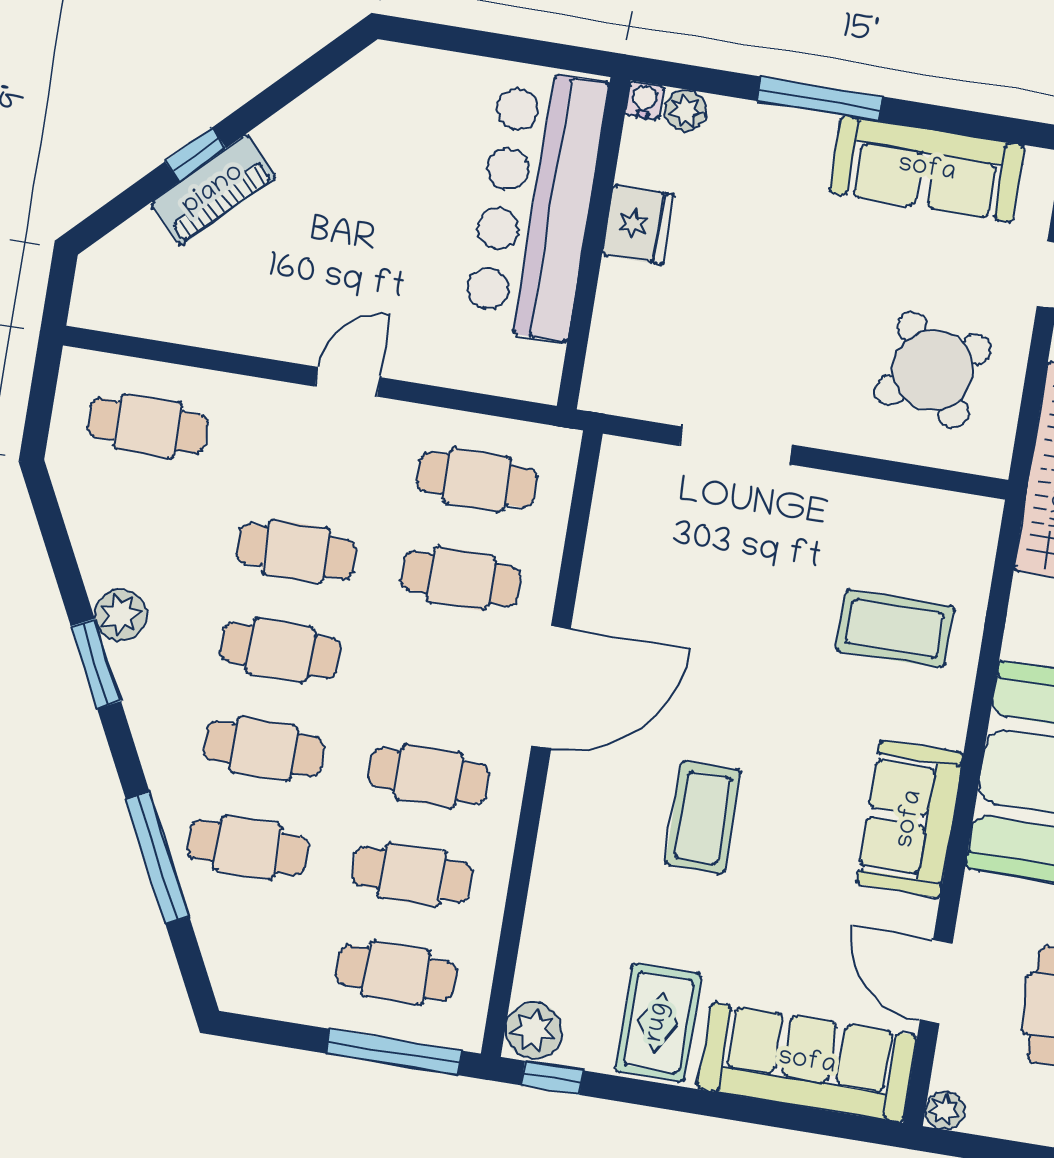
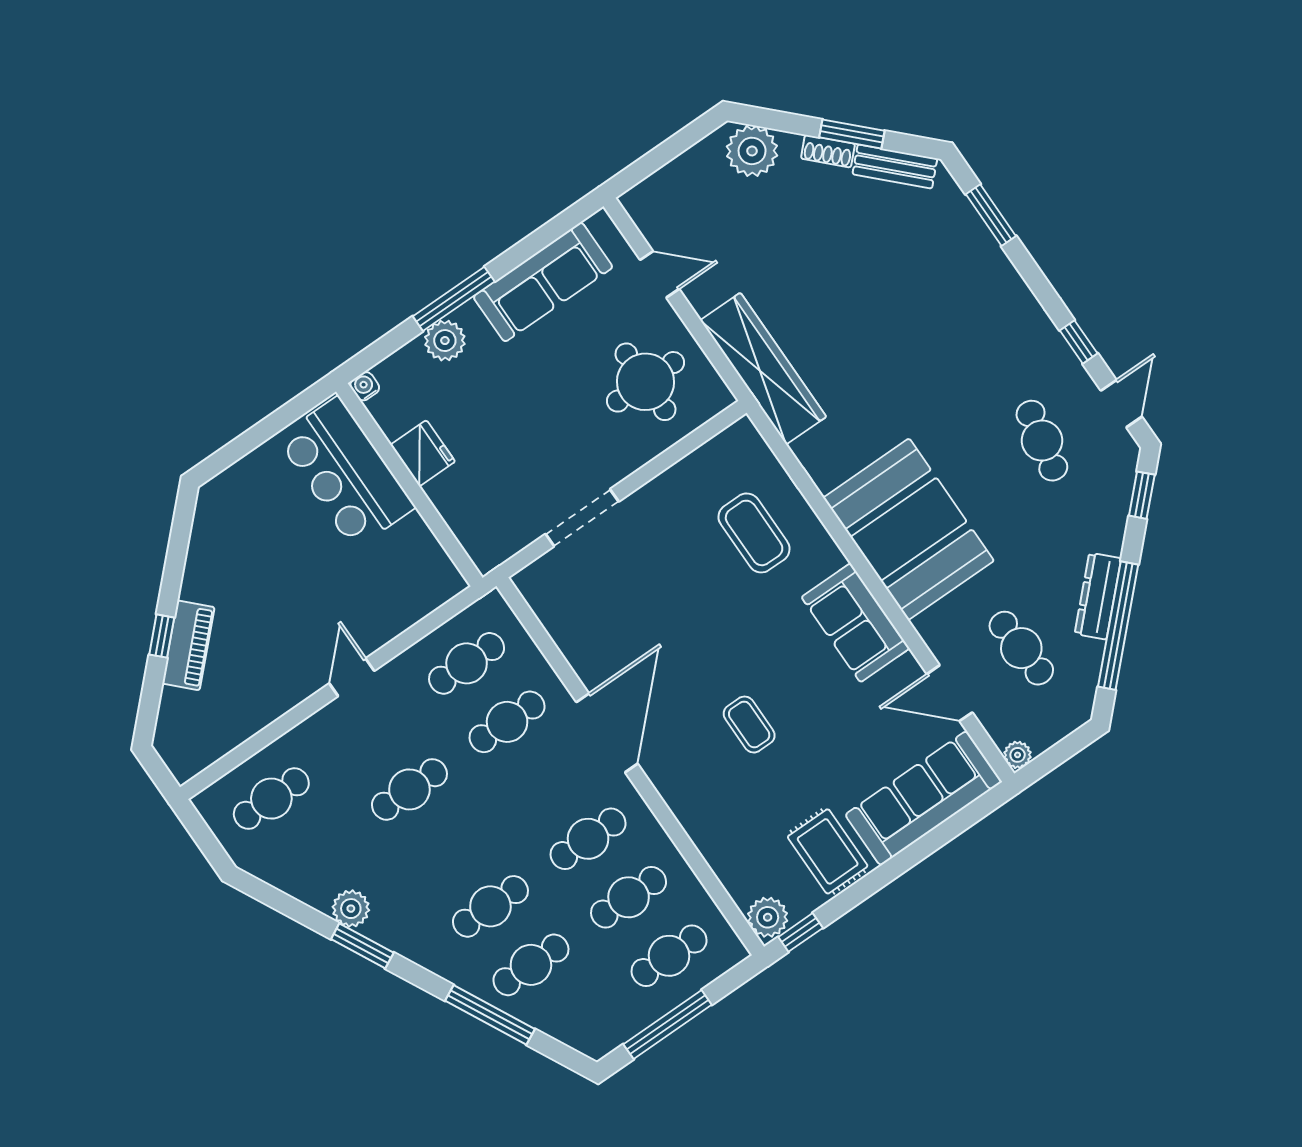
plant: (685, 111) -> (445, 341), moved, width x1.38, depth x1.38
bar counter: (536, 204) -> (346, 473), width x0.73
round table: (933, 370) -> (645, 382), turned 35
coffee table: (895, 629) -> (754, 533), turned 90
cafe table: (280, 650) -> (450, 848), removed
coffee table: (703, 818) -> (749, 725), width x0.73, depth x0.77
window: (394, 1052) -> (668, 1025), moved

